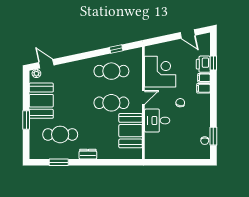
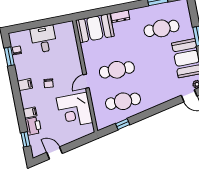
window: (213, 63) -> (26, 139), moved
filing cabinet: (203, 88) -> (25, 85), moved
desk: (157, 121) -> (44, 39), moved, turned -90
booth: (131, 131) -> (95, 28), moved, turned 90
dresser: (88, 154) -> (120, 16), moved

